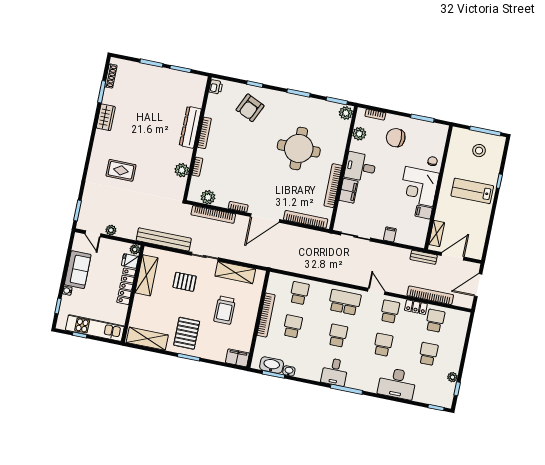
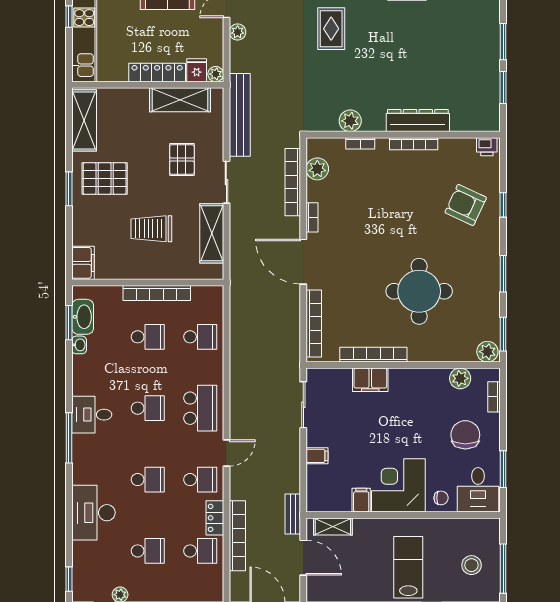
desk: (360, 167) -> (478, 490), moved, turned 180

